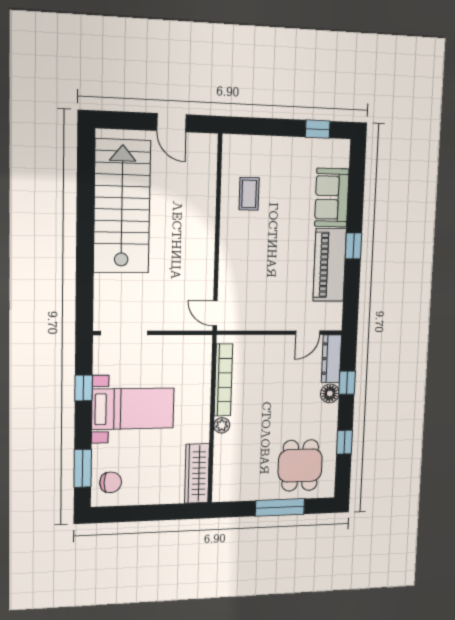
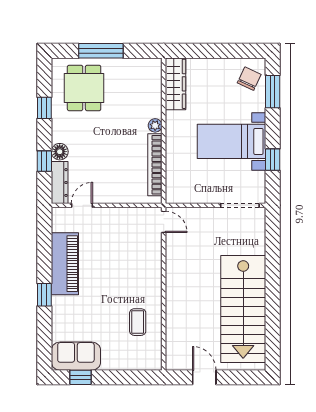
sofa: (332, 198) -> (76, 356), moved, turned -90
window: (353, 246) -> (44, 295), moved
chair: (111, 482) -> (249, 79), turned 115

